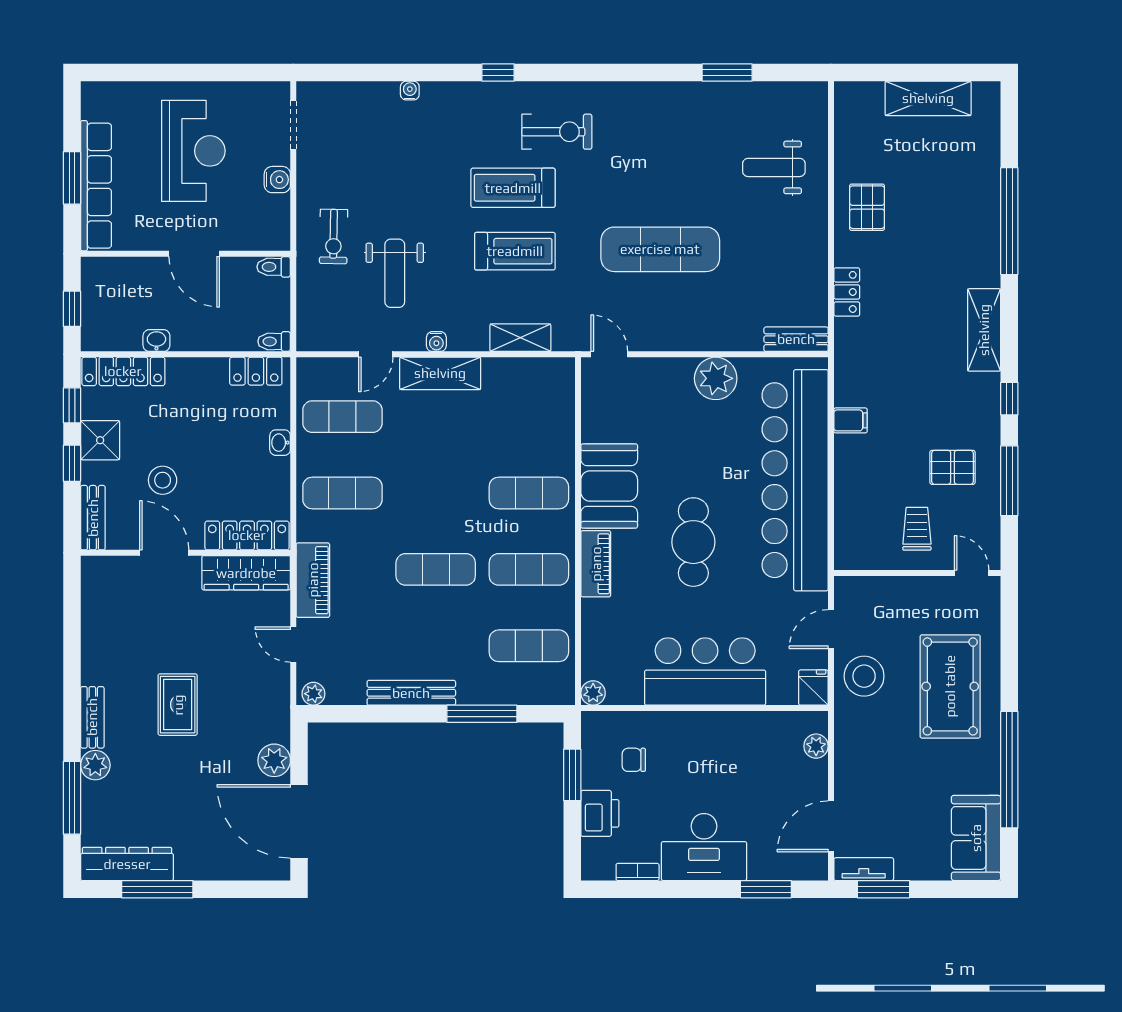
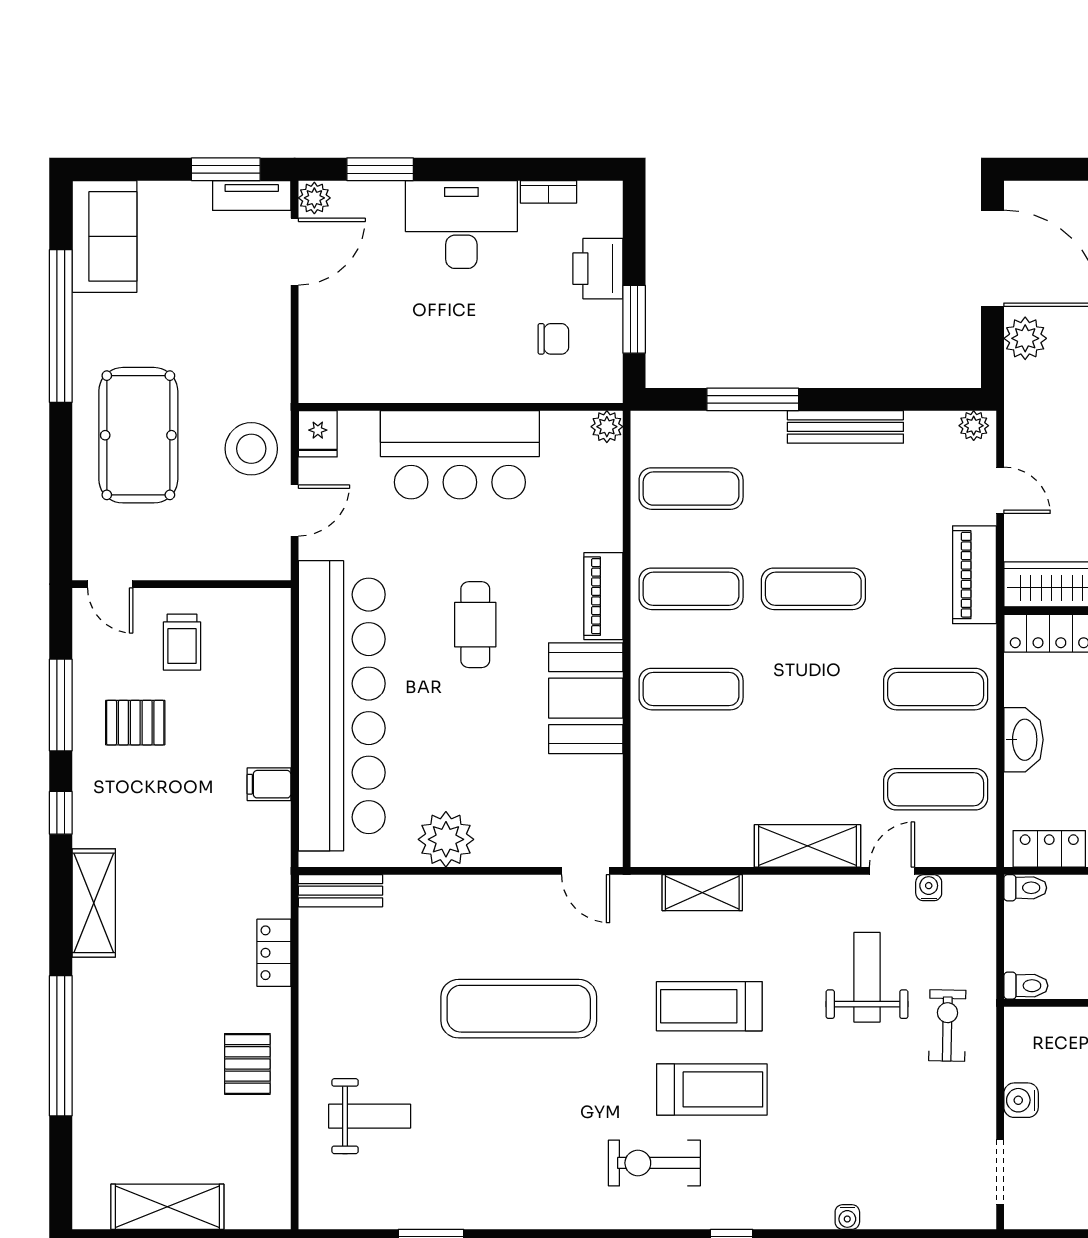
water cooler: (436, 342) -> (929, 888), moved
washbasin: (280, 443) -> (1024, 740), width x1.91, depth x1.45
cafe table: (693, 542) -> (475, 625), width x0.73, depth x0.74
plant: (816, 746) -> (314, 198), moved

